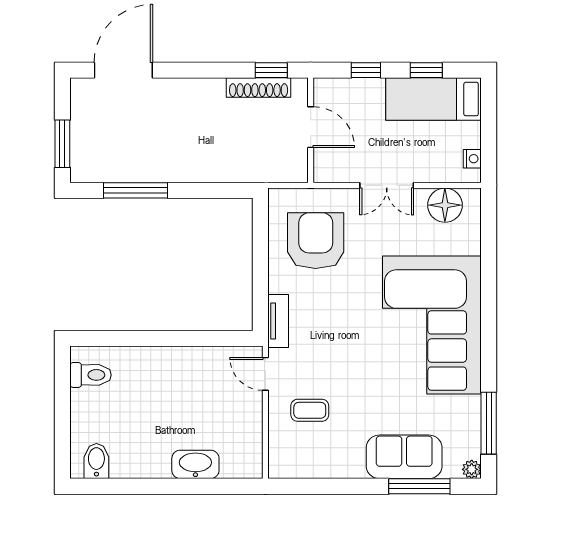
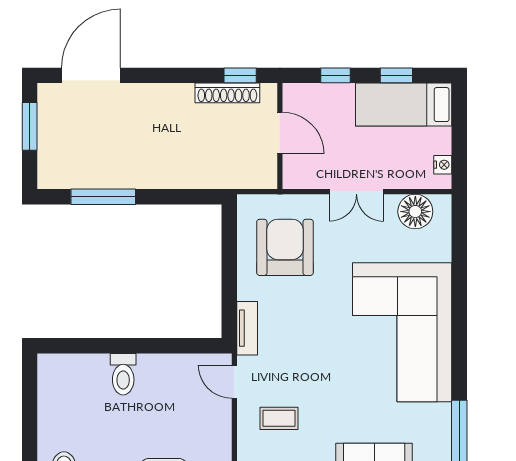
window: (62, 144) -> (30, 126), moved
toilet: (91, 375) -> (123, 374), moved, turned 90

